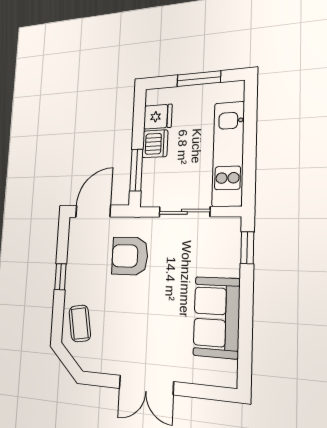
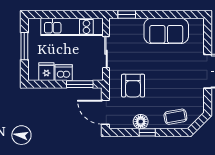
floor lamp: (76, 267) -> (141, 122), added

